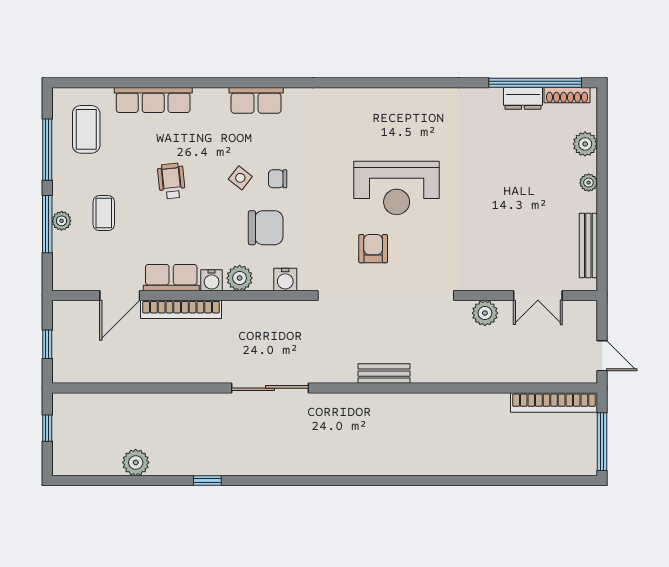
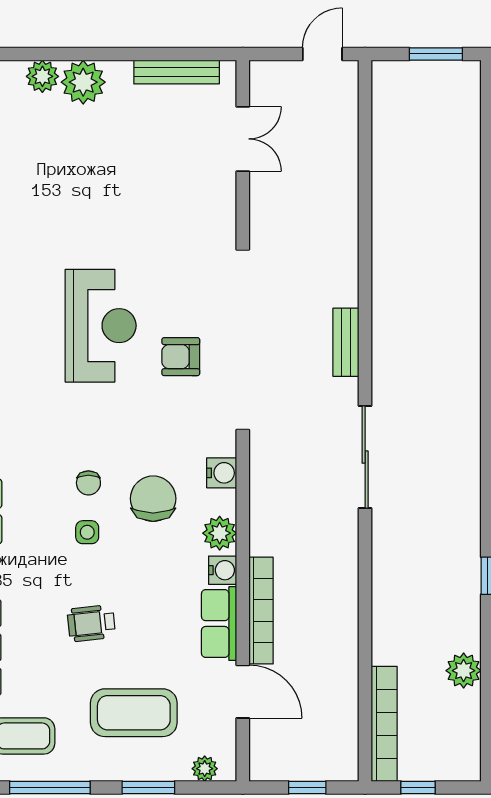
side table: (240, 178) -> (87, 532), turned -38
plant: (589, 183) -> (83, 82), width x1.88, depth x1.88
coffee table: (104, 213) -> (134, 713), width x1.86, depth x1.72
plant: (62, 221) -> (205, 769), moved
window: (47, 224) -> (148, 787), width x0.69
plant: (485, 313) -> (266, 209), removed
sliding door: (270, 388) -> (365, 457), moved
bookcase: (554, 403) -> (384, 724), moved
window: (602, 442) -> (436, 54), width x0.69

